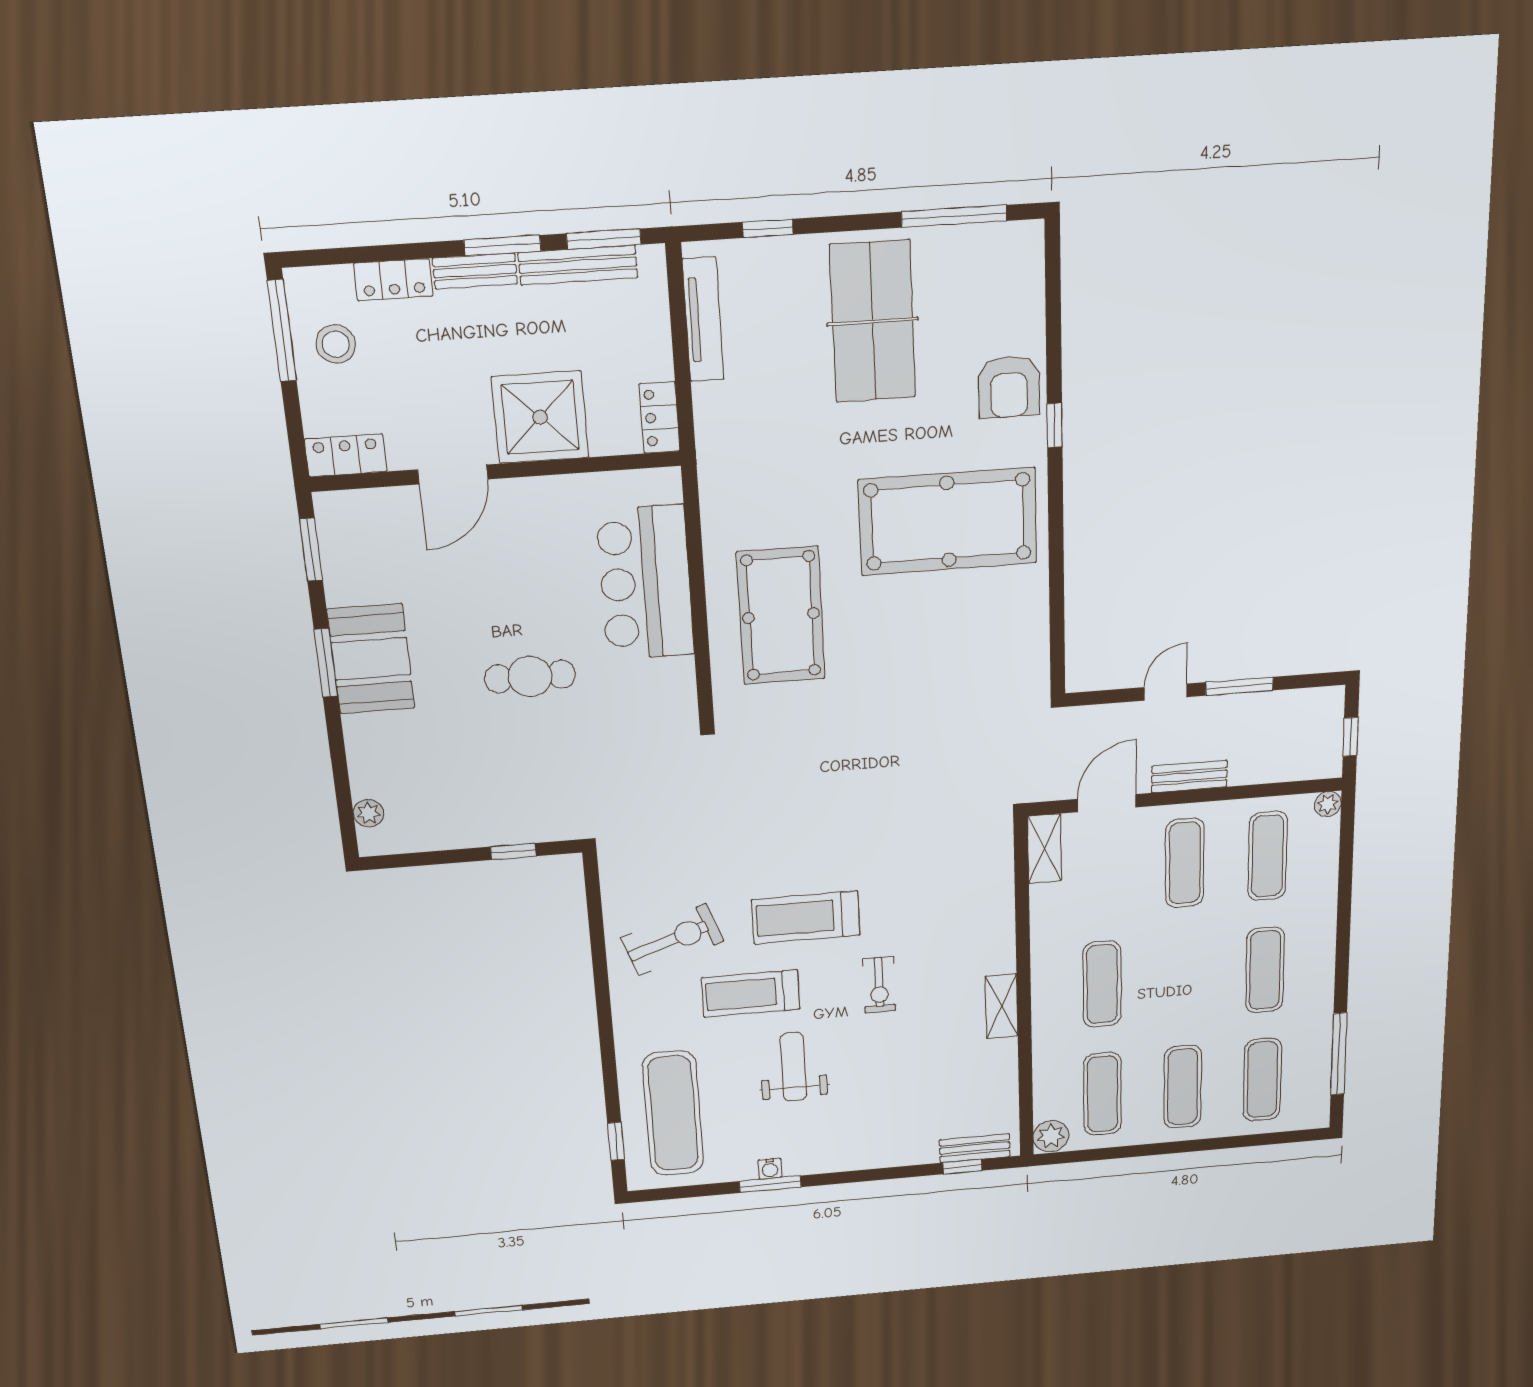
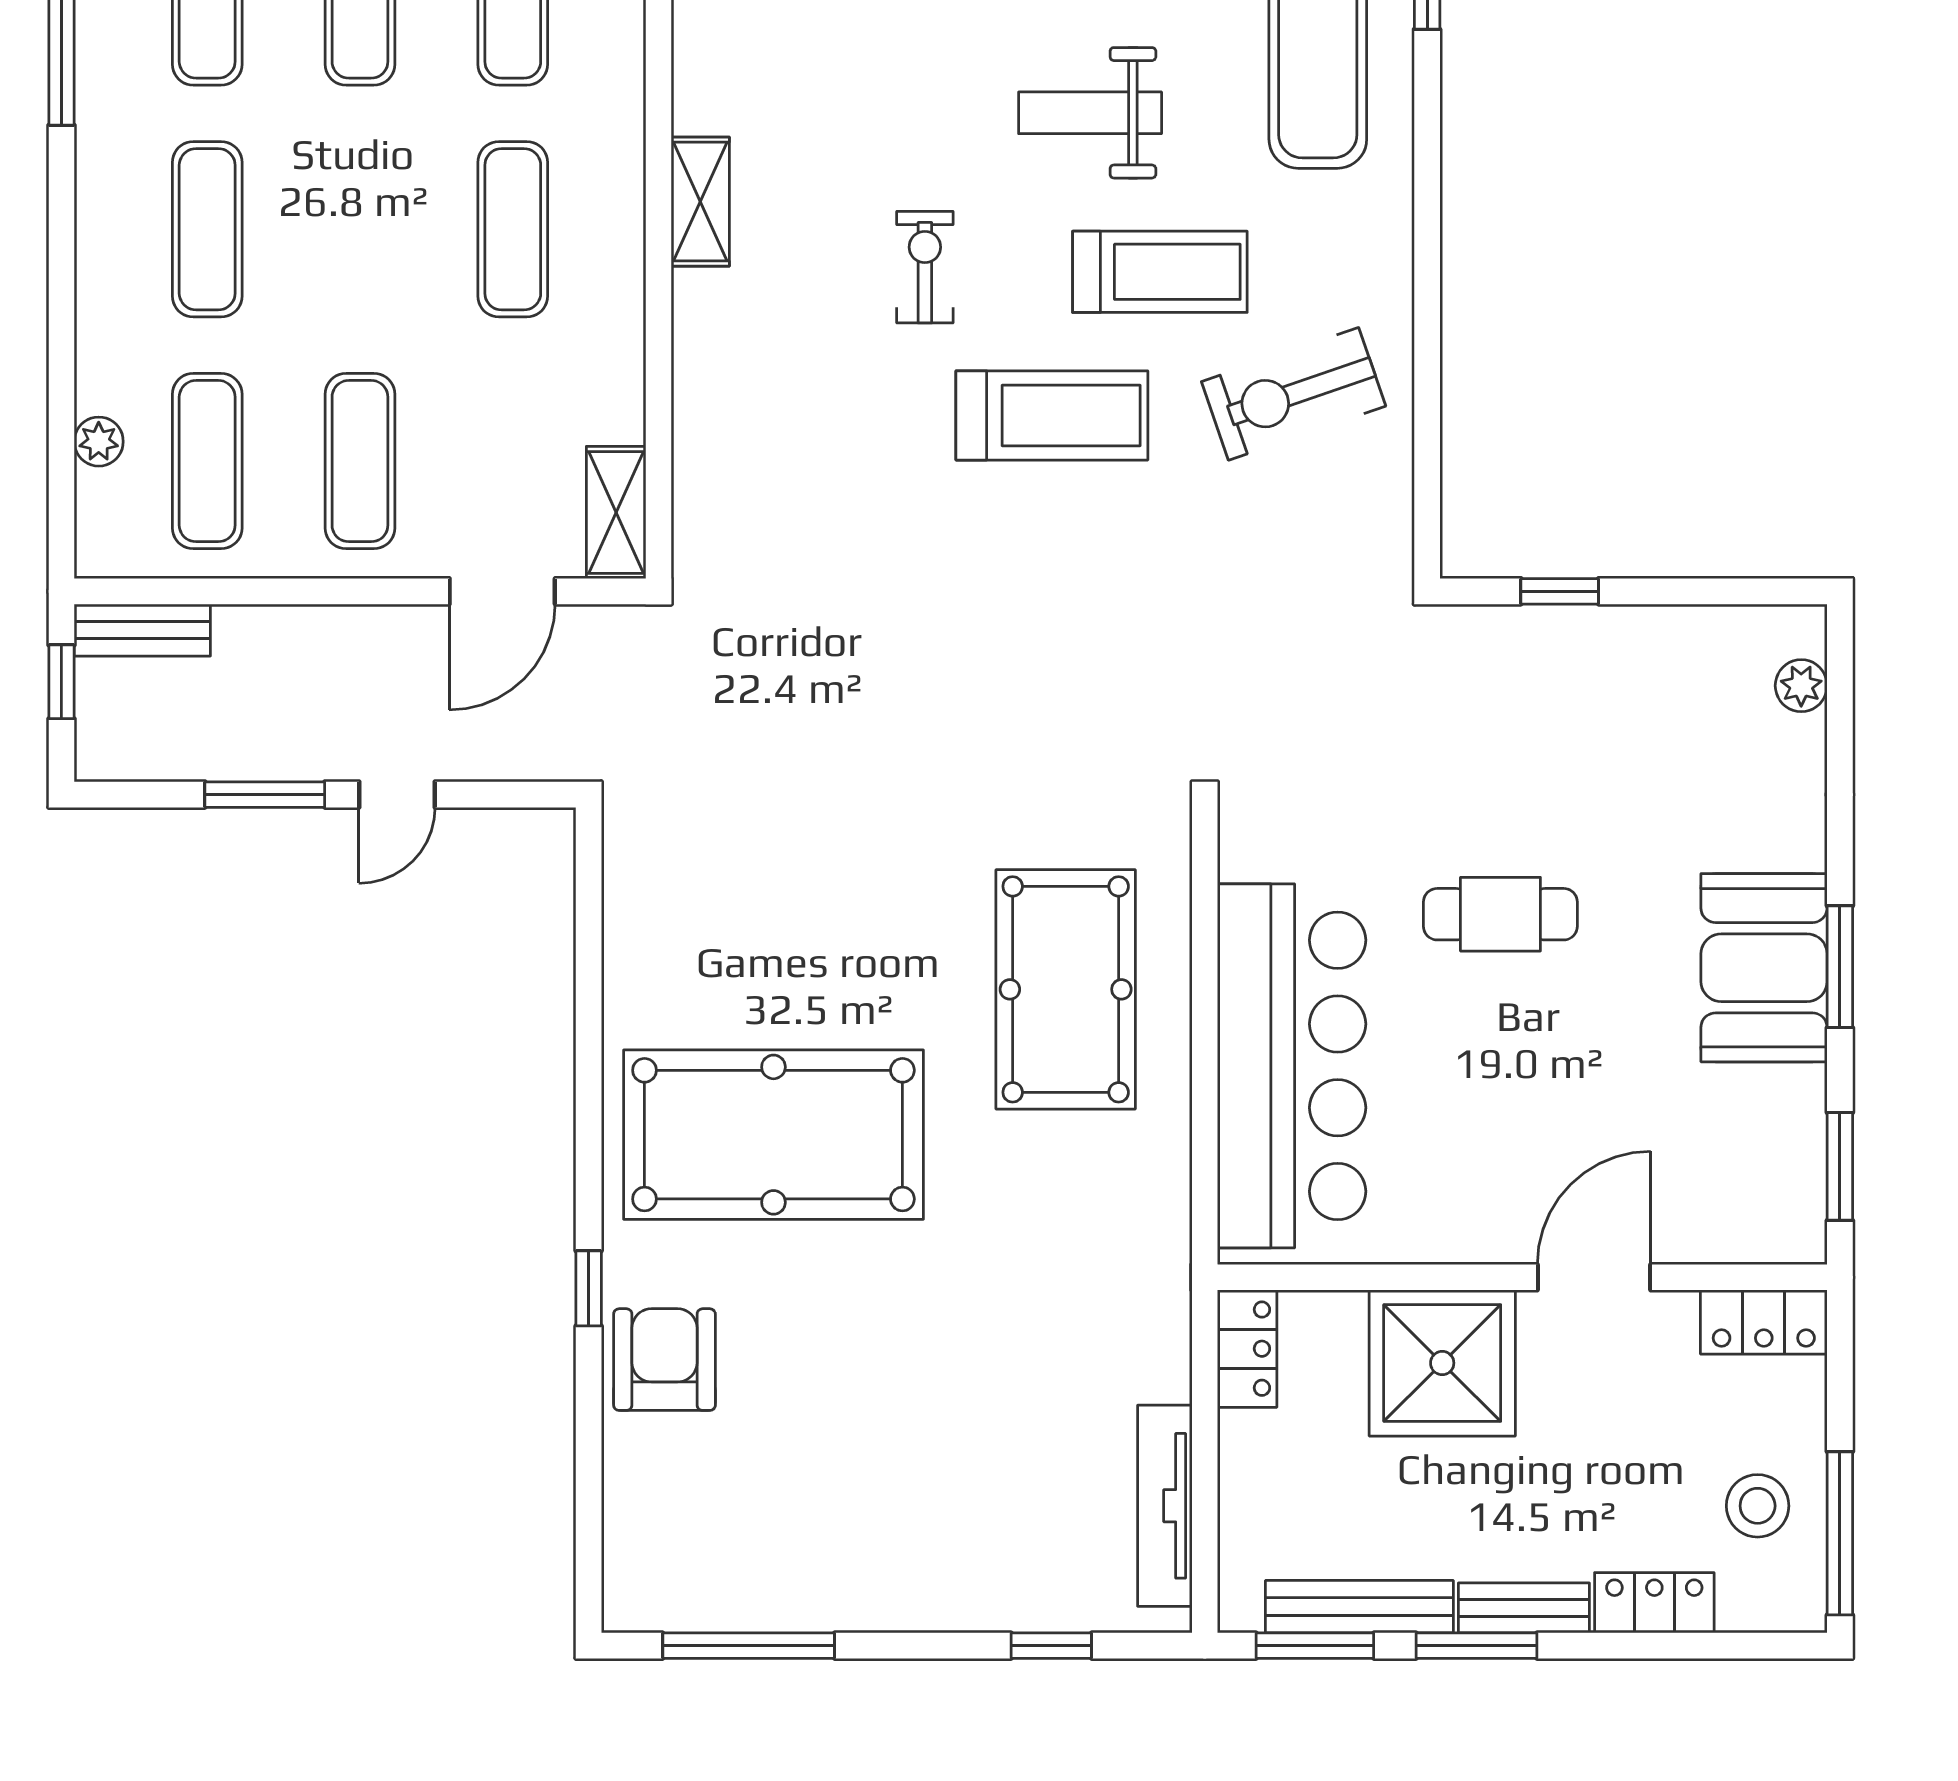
table tennis table: (873, 322) -> (888, 1484), removed
bar counter: (645, 583) -> (1292, 1066), width x1.36
bench: (1189, 776) -> (142, 630), moved
plant: (1328, 804) -> (99, 442), moved
weight bench: (793, 1067) -> (1090, 113), turned 90

